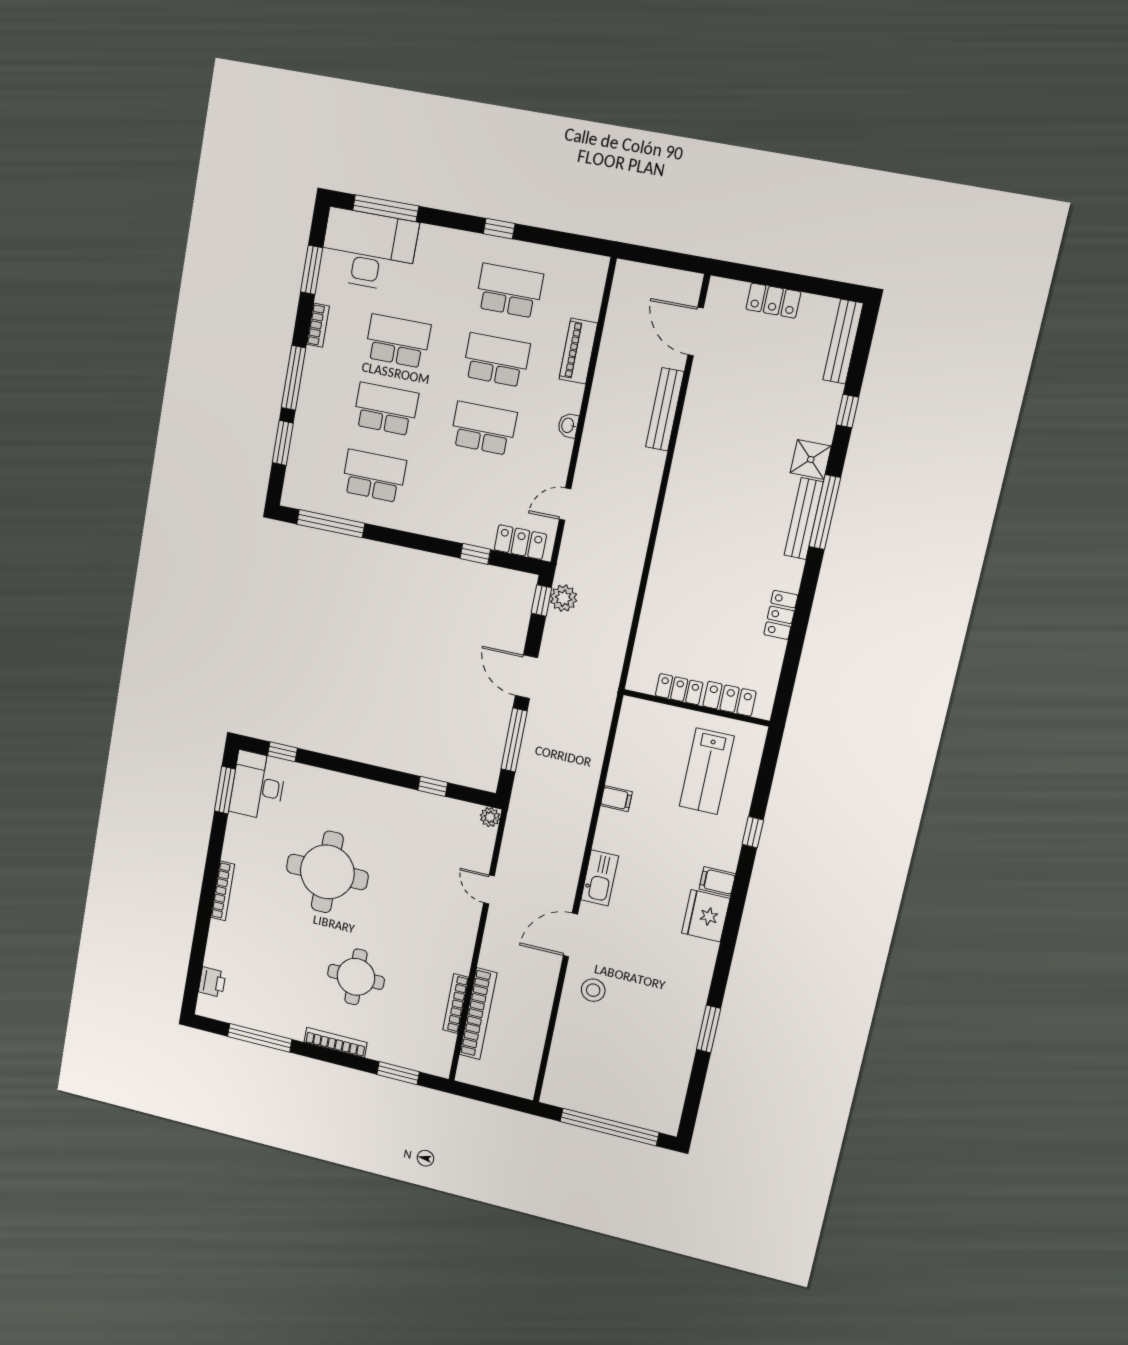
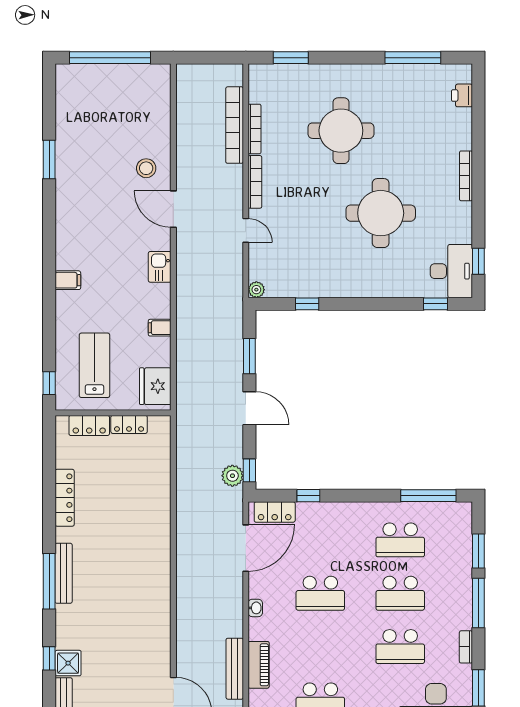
school desk: (496, 360) -> (320, 647), removed
bench: (665, 409) -> (235, 669), moved
shower: (811, 459) -> (68, 663), moved
door: (565, 504) -> (246, 548), width x1.88
locker: (781, 615) -> (65, 498), width x1.53
window: (514, 740) -> (249, 356), width x0.69
window: (225, 790) -> (478, 261), width x0.67
window: (753, 832) -> (49, 383), moved
kitchen sink: (600, 878) -> (160, 267), width x0.73
fridge: (706, 916) -> (155, 386), moved, turned 180
door: (570, 935) -> (173, 209), swing flipped
round table: (356, 977) -> (341, 131), width x1.36, depth x1.36
bookcase: (336, 1042) -> (255, 182), moved, turned -90

